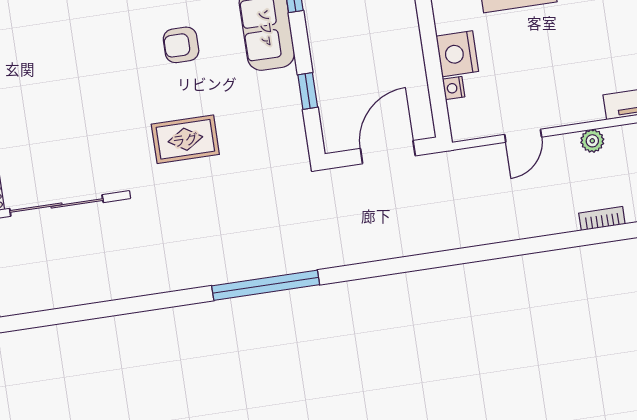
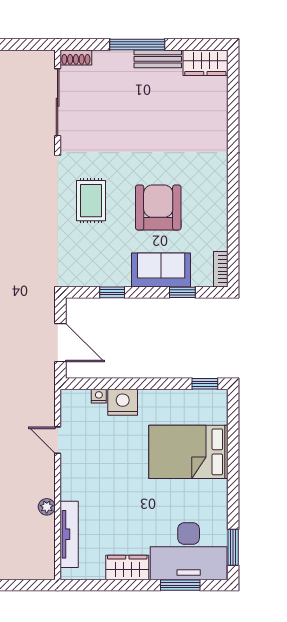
armchair: (181, 45) -> (158, 207), width x1.88, depth x1.88
plant: (592, 141) -> (47, 507), moved

